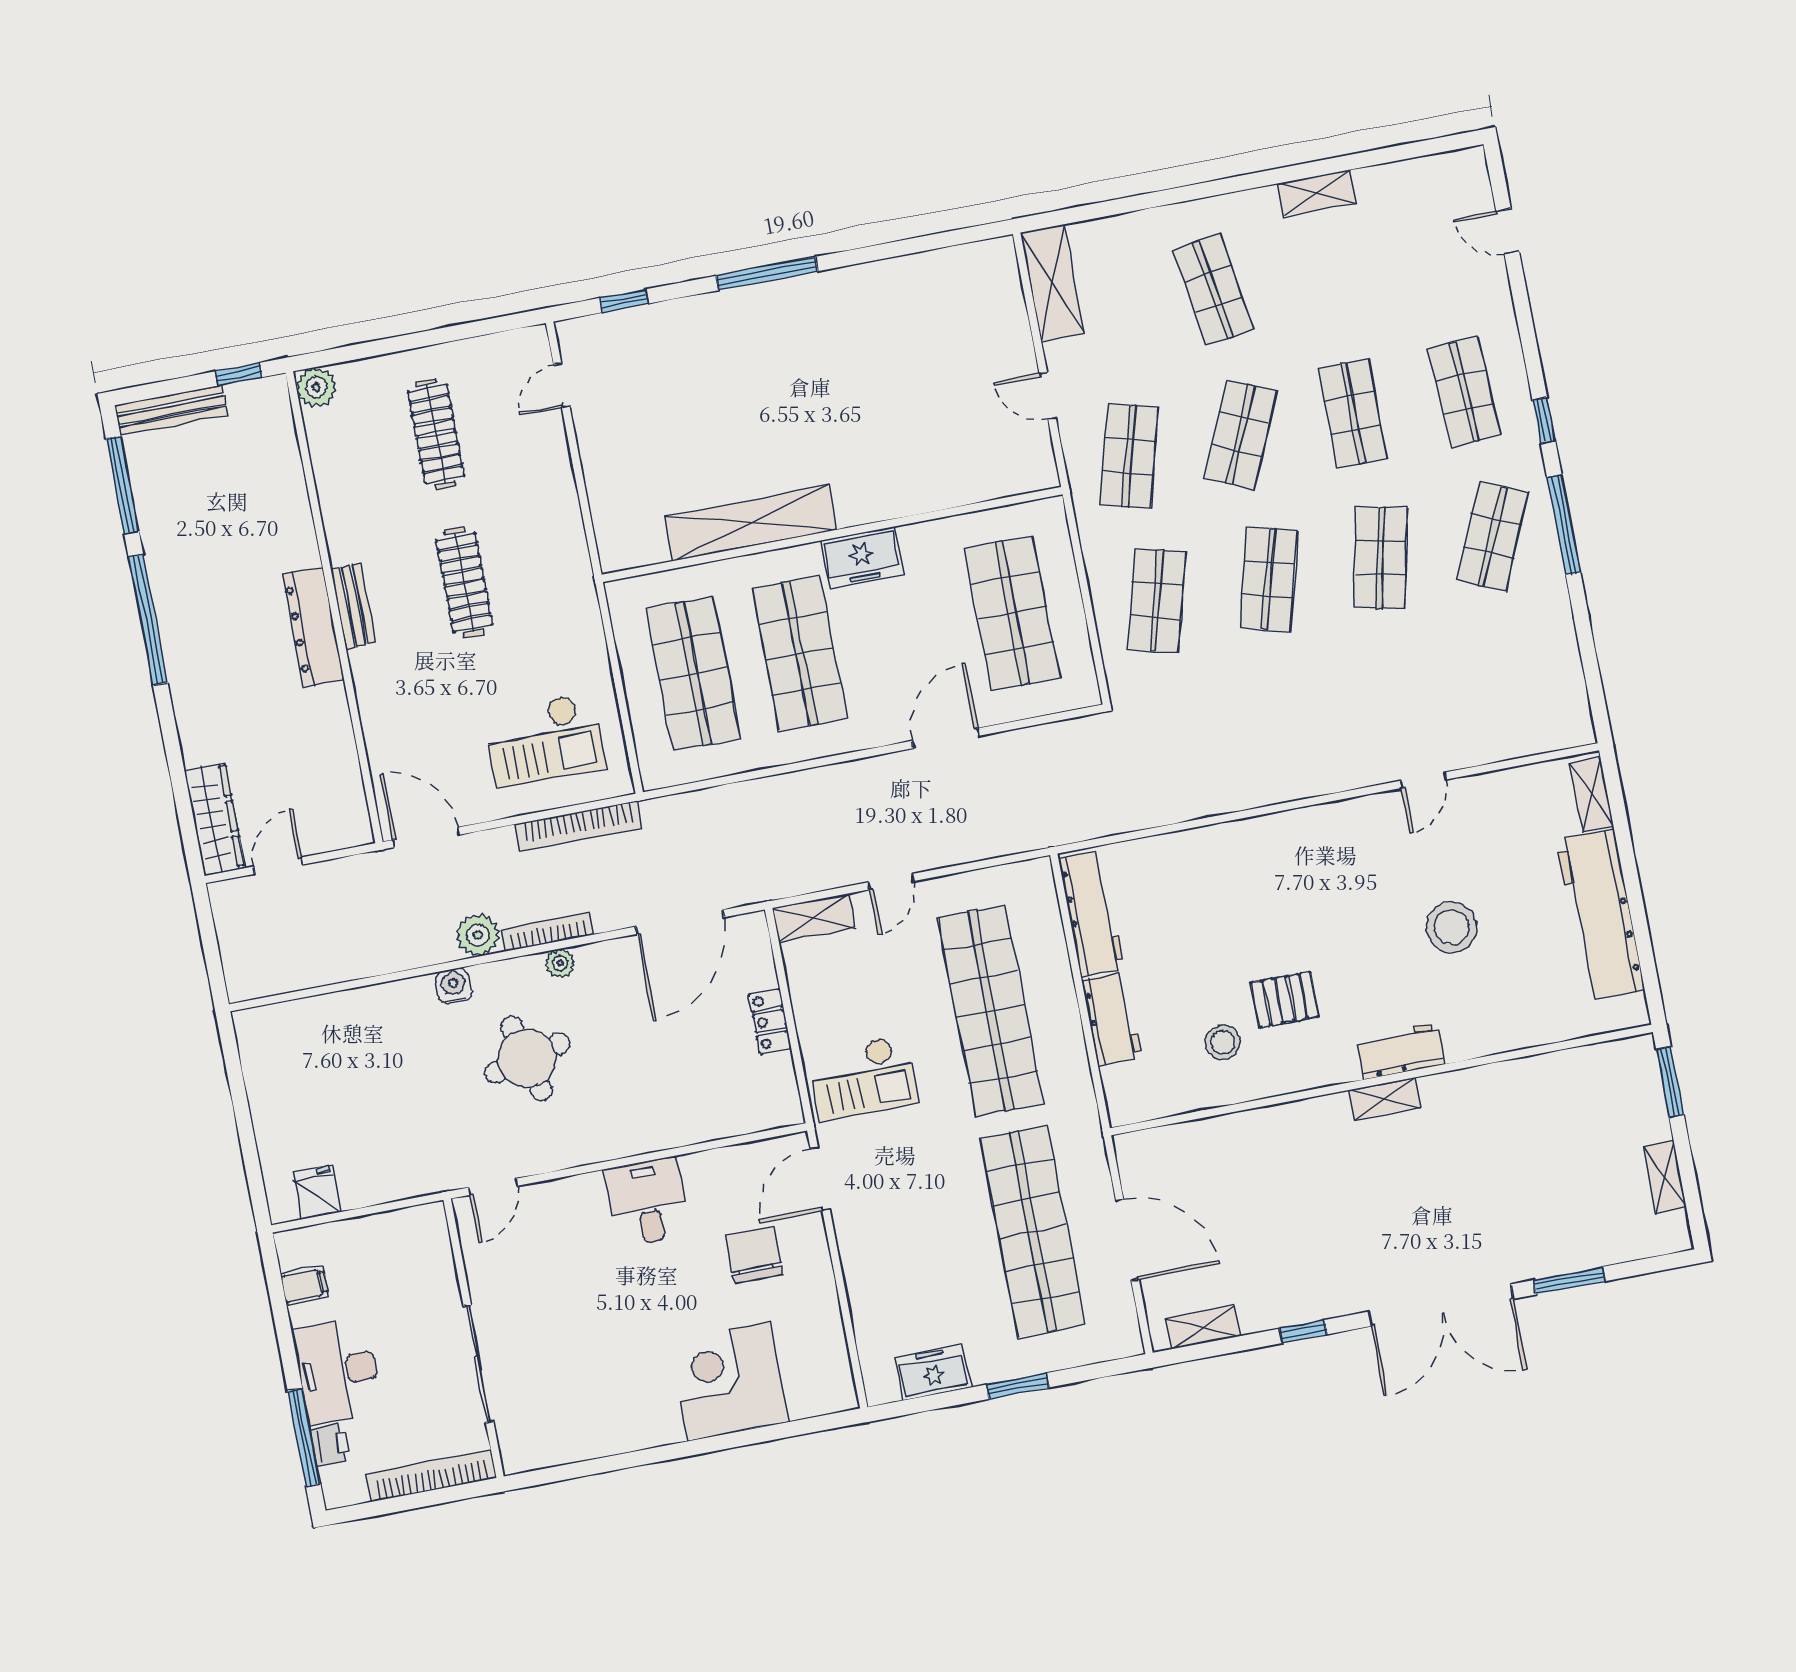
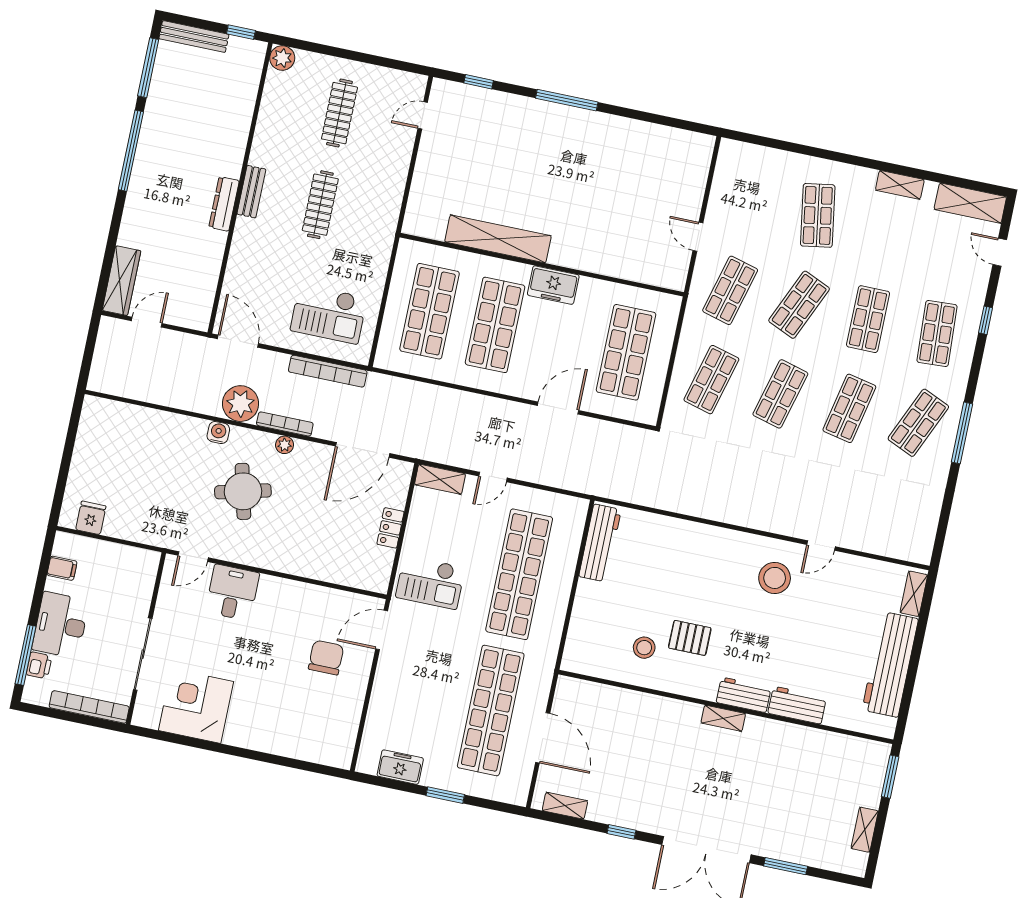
shelving: (1052, 283) -> (970, 203), moved, turned 90
window: (1544, 420) -> (985, 320), moved
dresser: (313, 627) -> (224, 204), width x0.73, depth x0.80
stool: (1452, 927) -> (775, 578), moved
plant: (478, 935) -> (241, 404), width x1.36, depth x1.36
workbench: (1112, 1019) -> (797, 705), moved, turned -90
desk: (648, 1202) -> (232, 592), moved
corner desk: (729, 1381) -> (196, 706), moved

